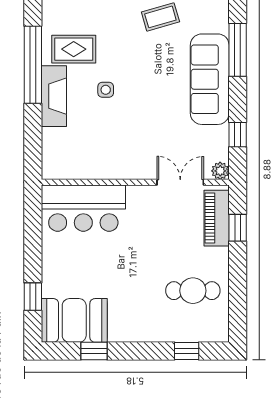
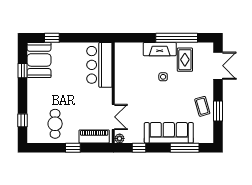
window: (238, 228) -> (73, 148), moved

